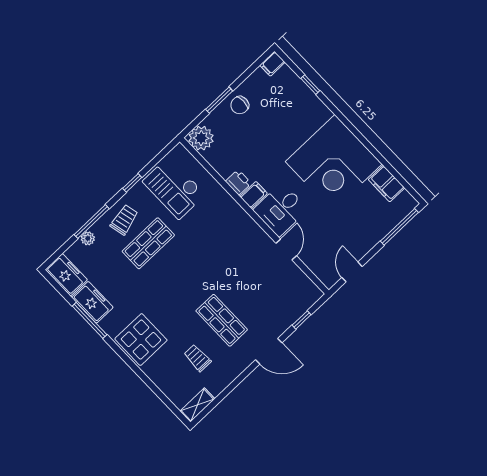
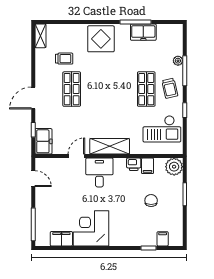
filing cabinet: (272, 64) -> (163, 239), moved
chair: (240, 105) -> (151, 201), moved
corner desk: (334, 163) -> (91, 228), width x0.74, depth x0.74
checkout: (174, 188) -> (162, 129), turned 180
filing cabinet: (254, 195) -> (147, 166), moved
shelving: (243, 225) -> (110, 146), added
door: (286, 249) -> (76, 156), swing flipped
freezer: (66, 275) -> (43, 141), moved, turned -90
shop shelf: (222, 320) -> (72, 89), turned 90

